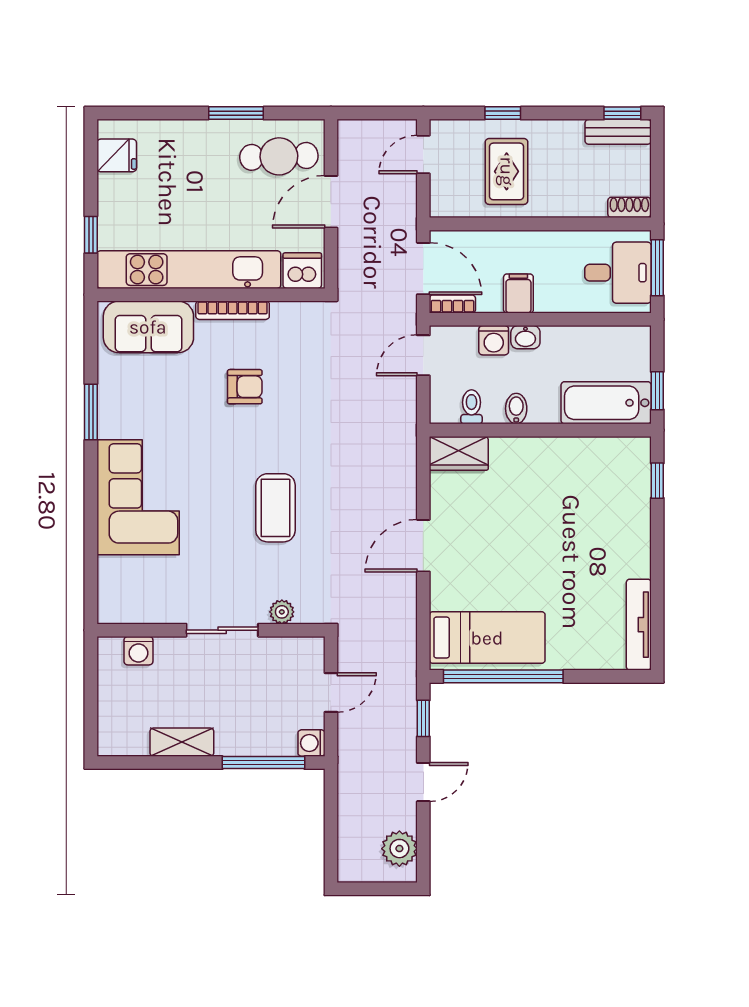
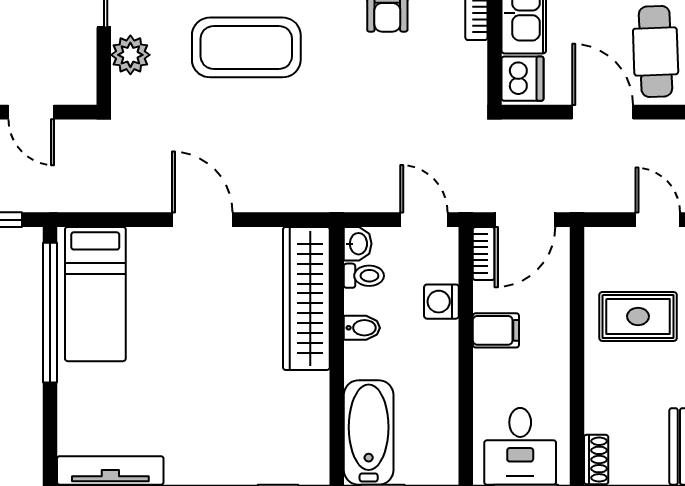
washbasin: (525, 337) -> (358, 244), moved, turned 180
wardrobe: (459, 453) -> (306, 298), width x2.10, depth x1.17
coffee table: (275, 508) -> (246, 47), width x1.36, depth x1.32
plant: (282, 612) -> (130, 55), width x1.38, depth x1.38

